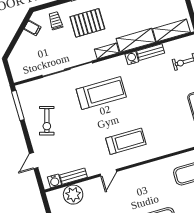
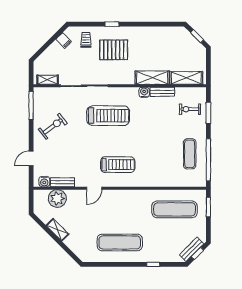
shelving: (107, 51) -> (48, 80), moved
exercise bike: (47, 121) -> (53, 126), turned -143

